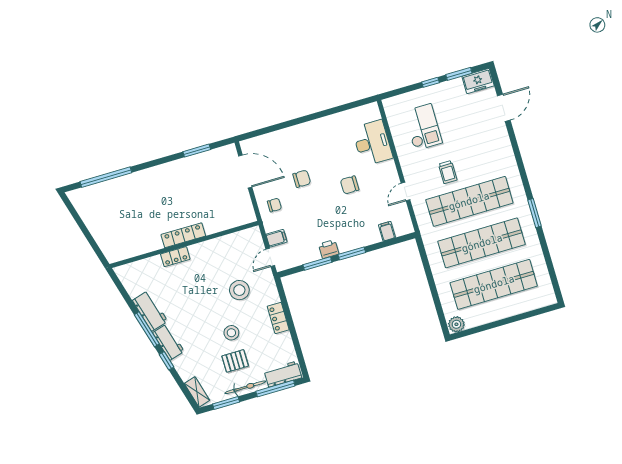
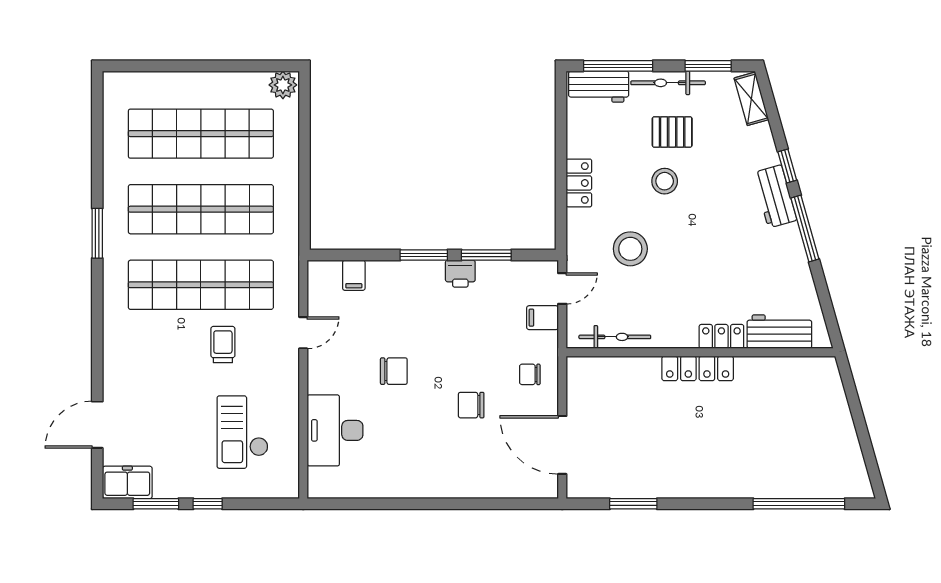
bicycle: (234, 239) -> (615, 337), added
workbench: (150, 311) -> (779, 332), moved, turned 106

